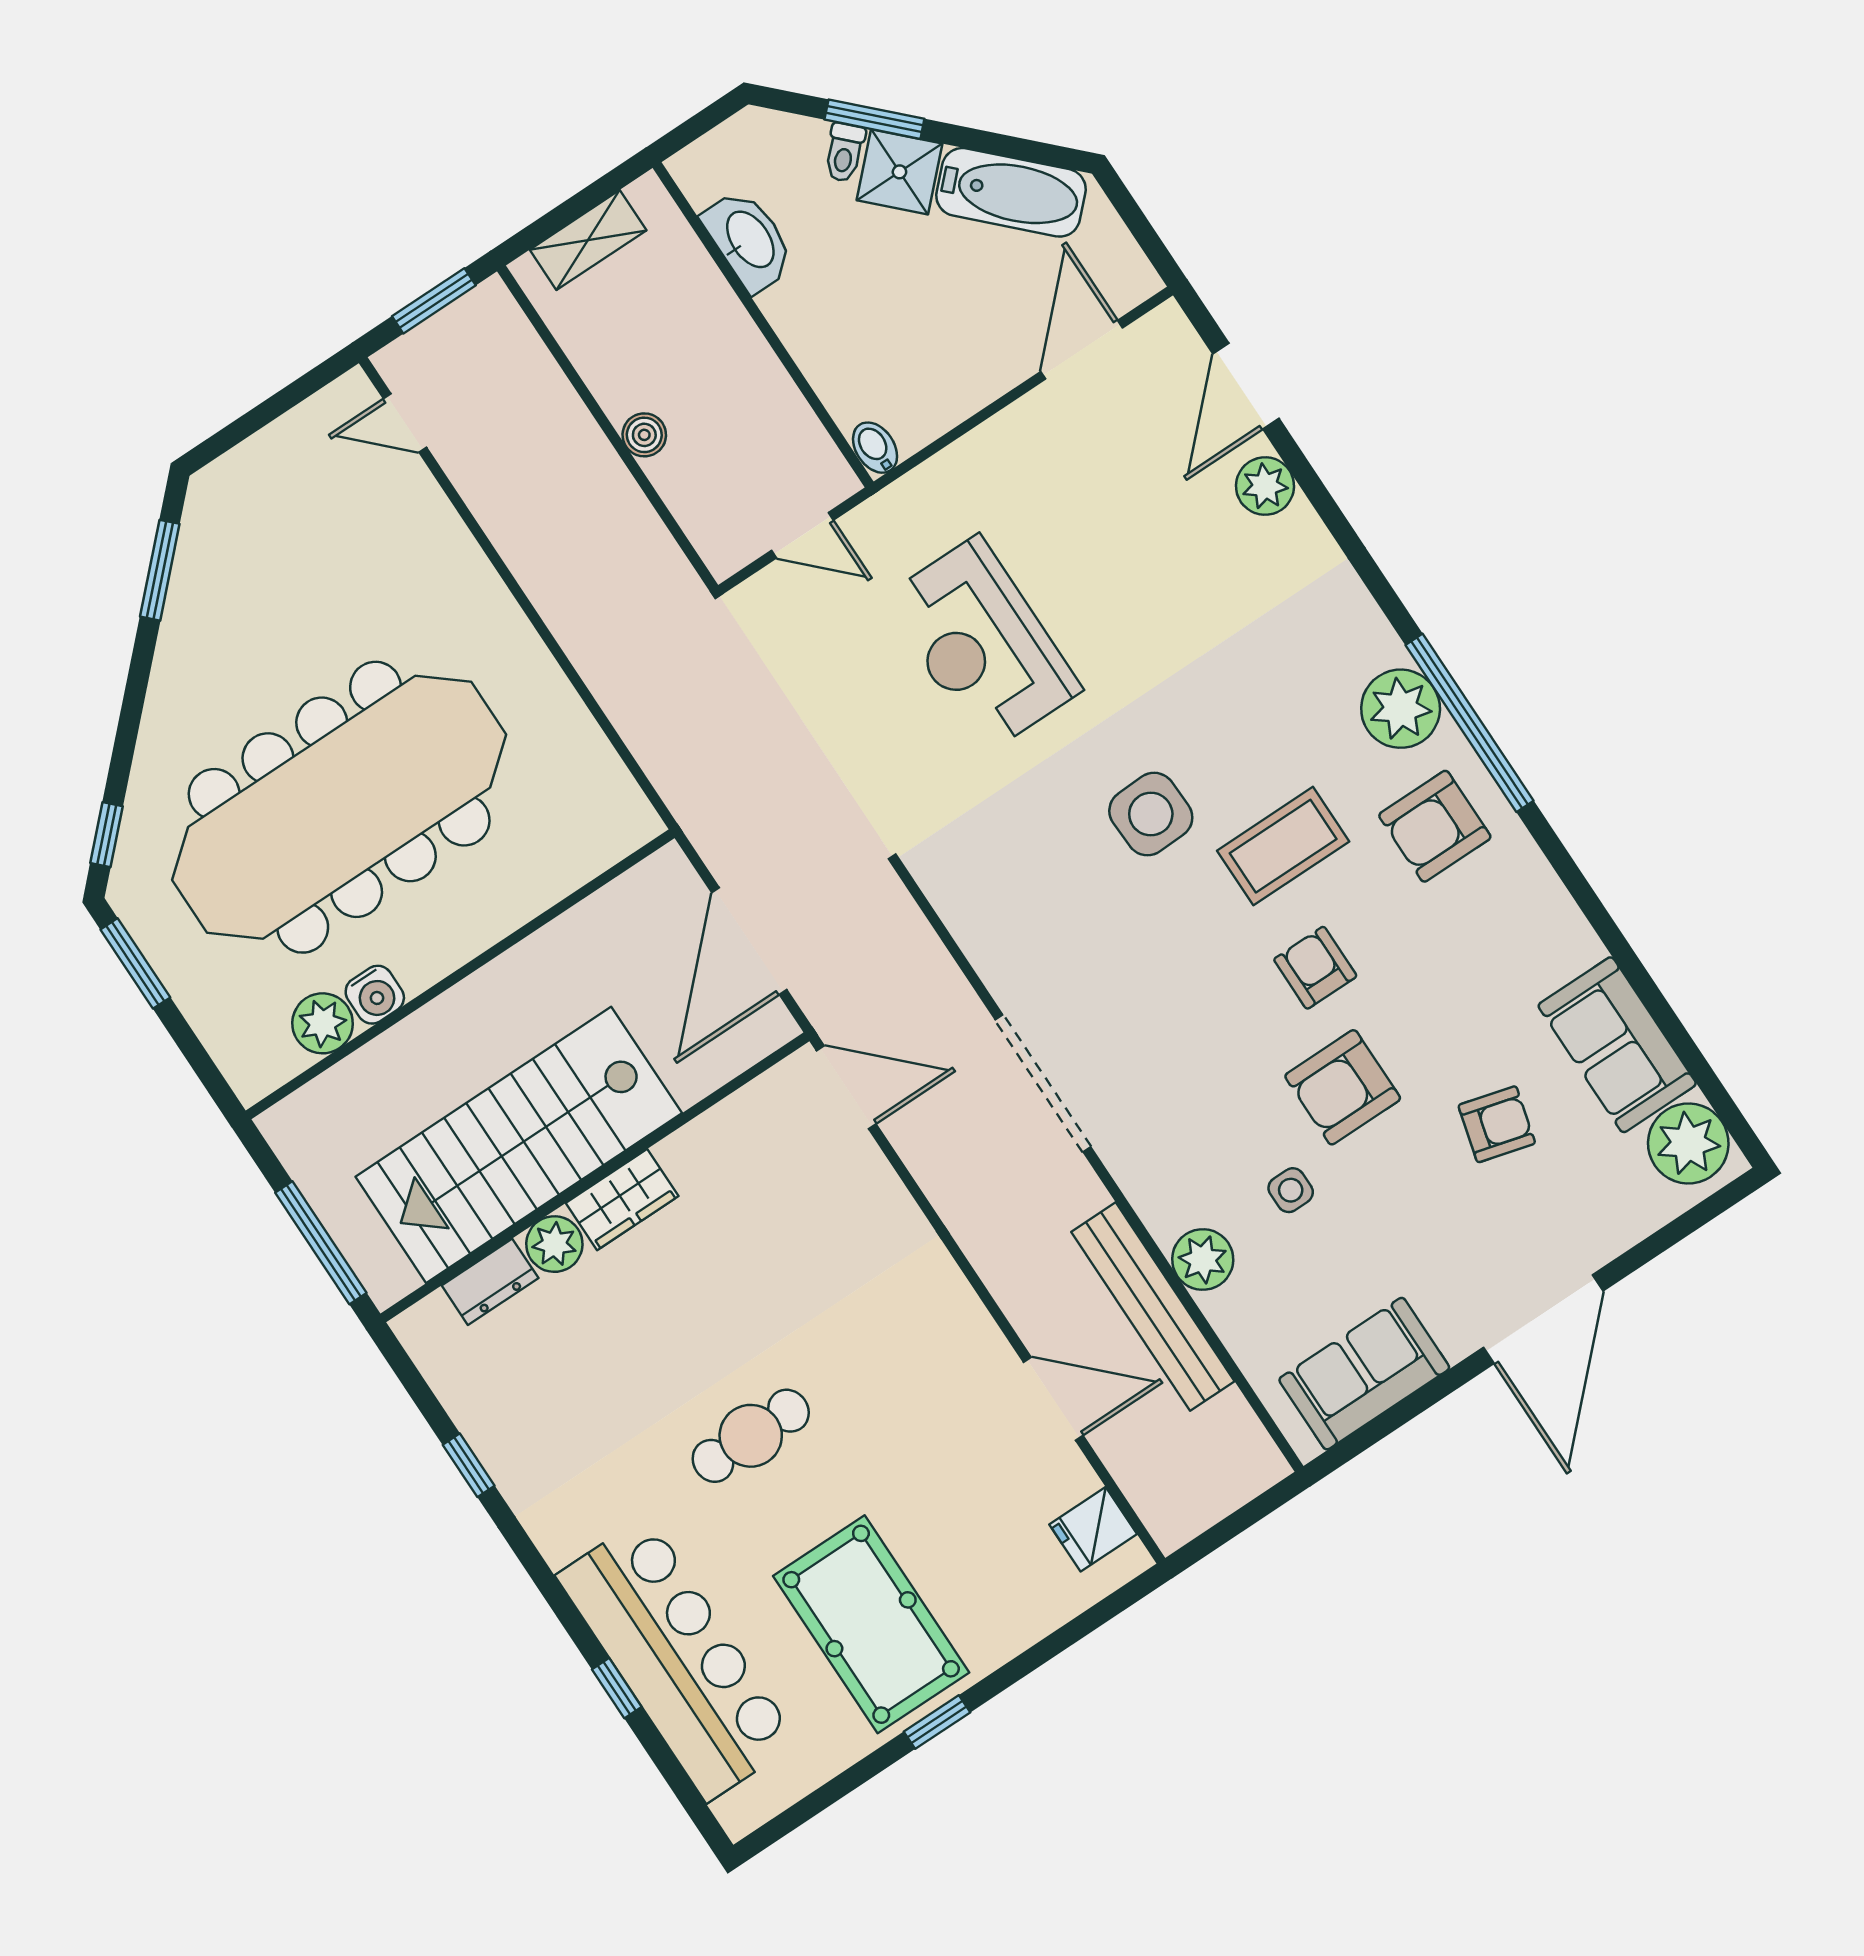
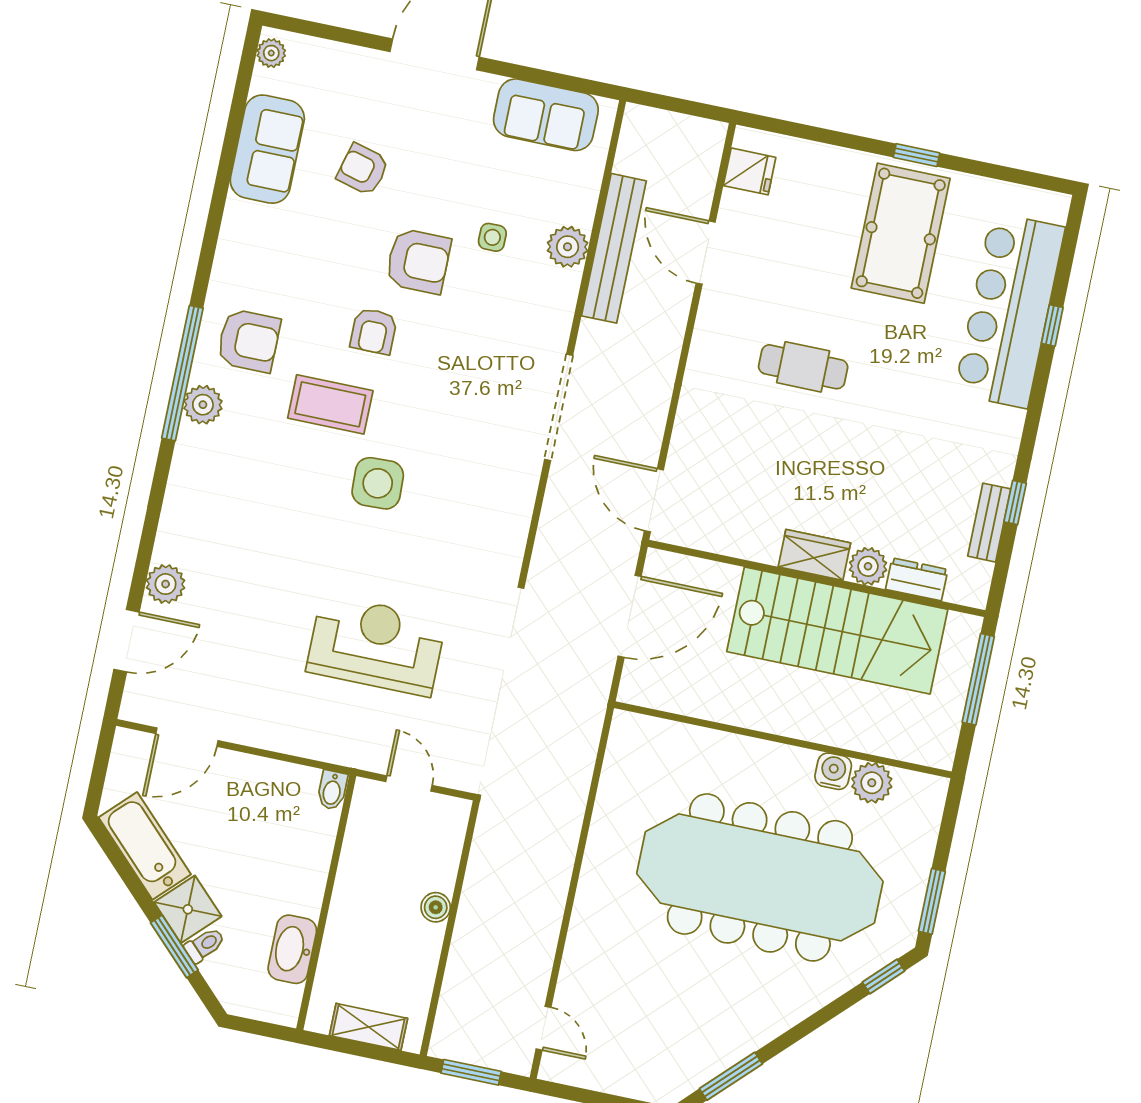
reception desk: (982, 644) -> (376, 645), turned -90
plant: (1401, 709) -> (203, 405), width x0.73, depth x0.73
plant: (1688, 1143) -> (271, 53), width x0.53, depth x0.53
bench: (475, 1417) -> (989, 523), added
cafe table: (751, 1436) -> (803, 367), moved

